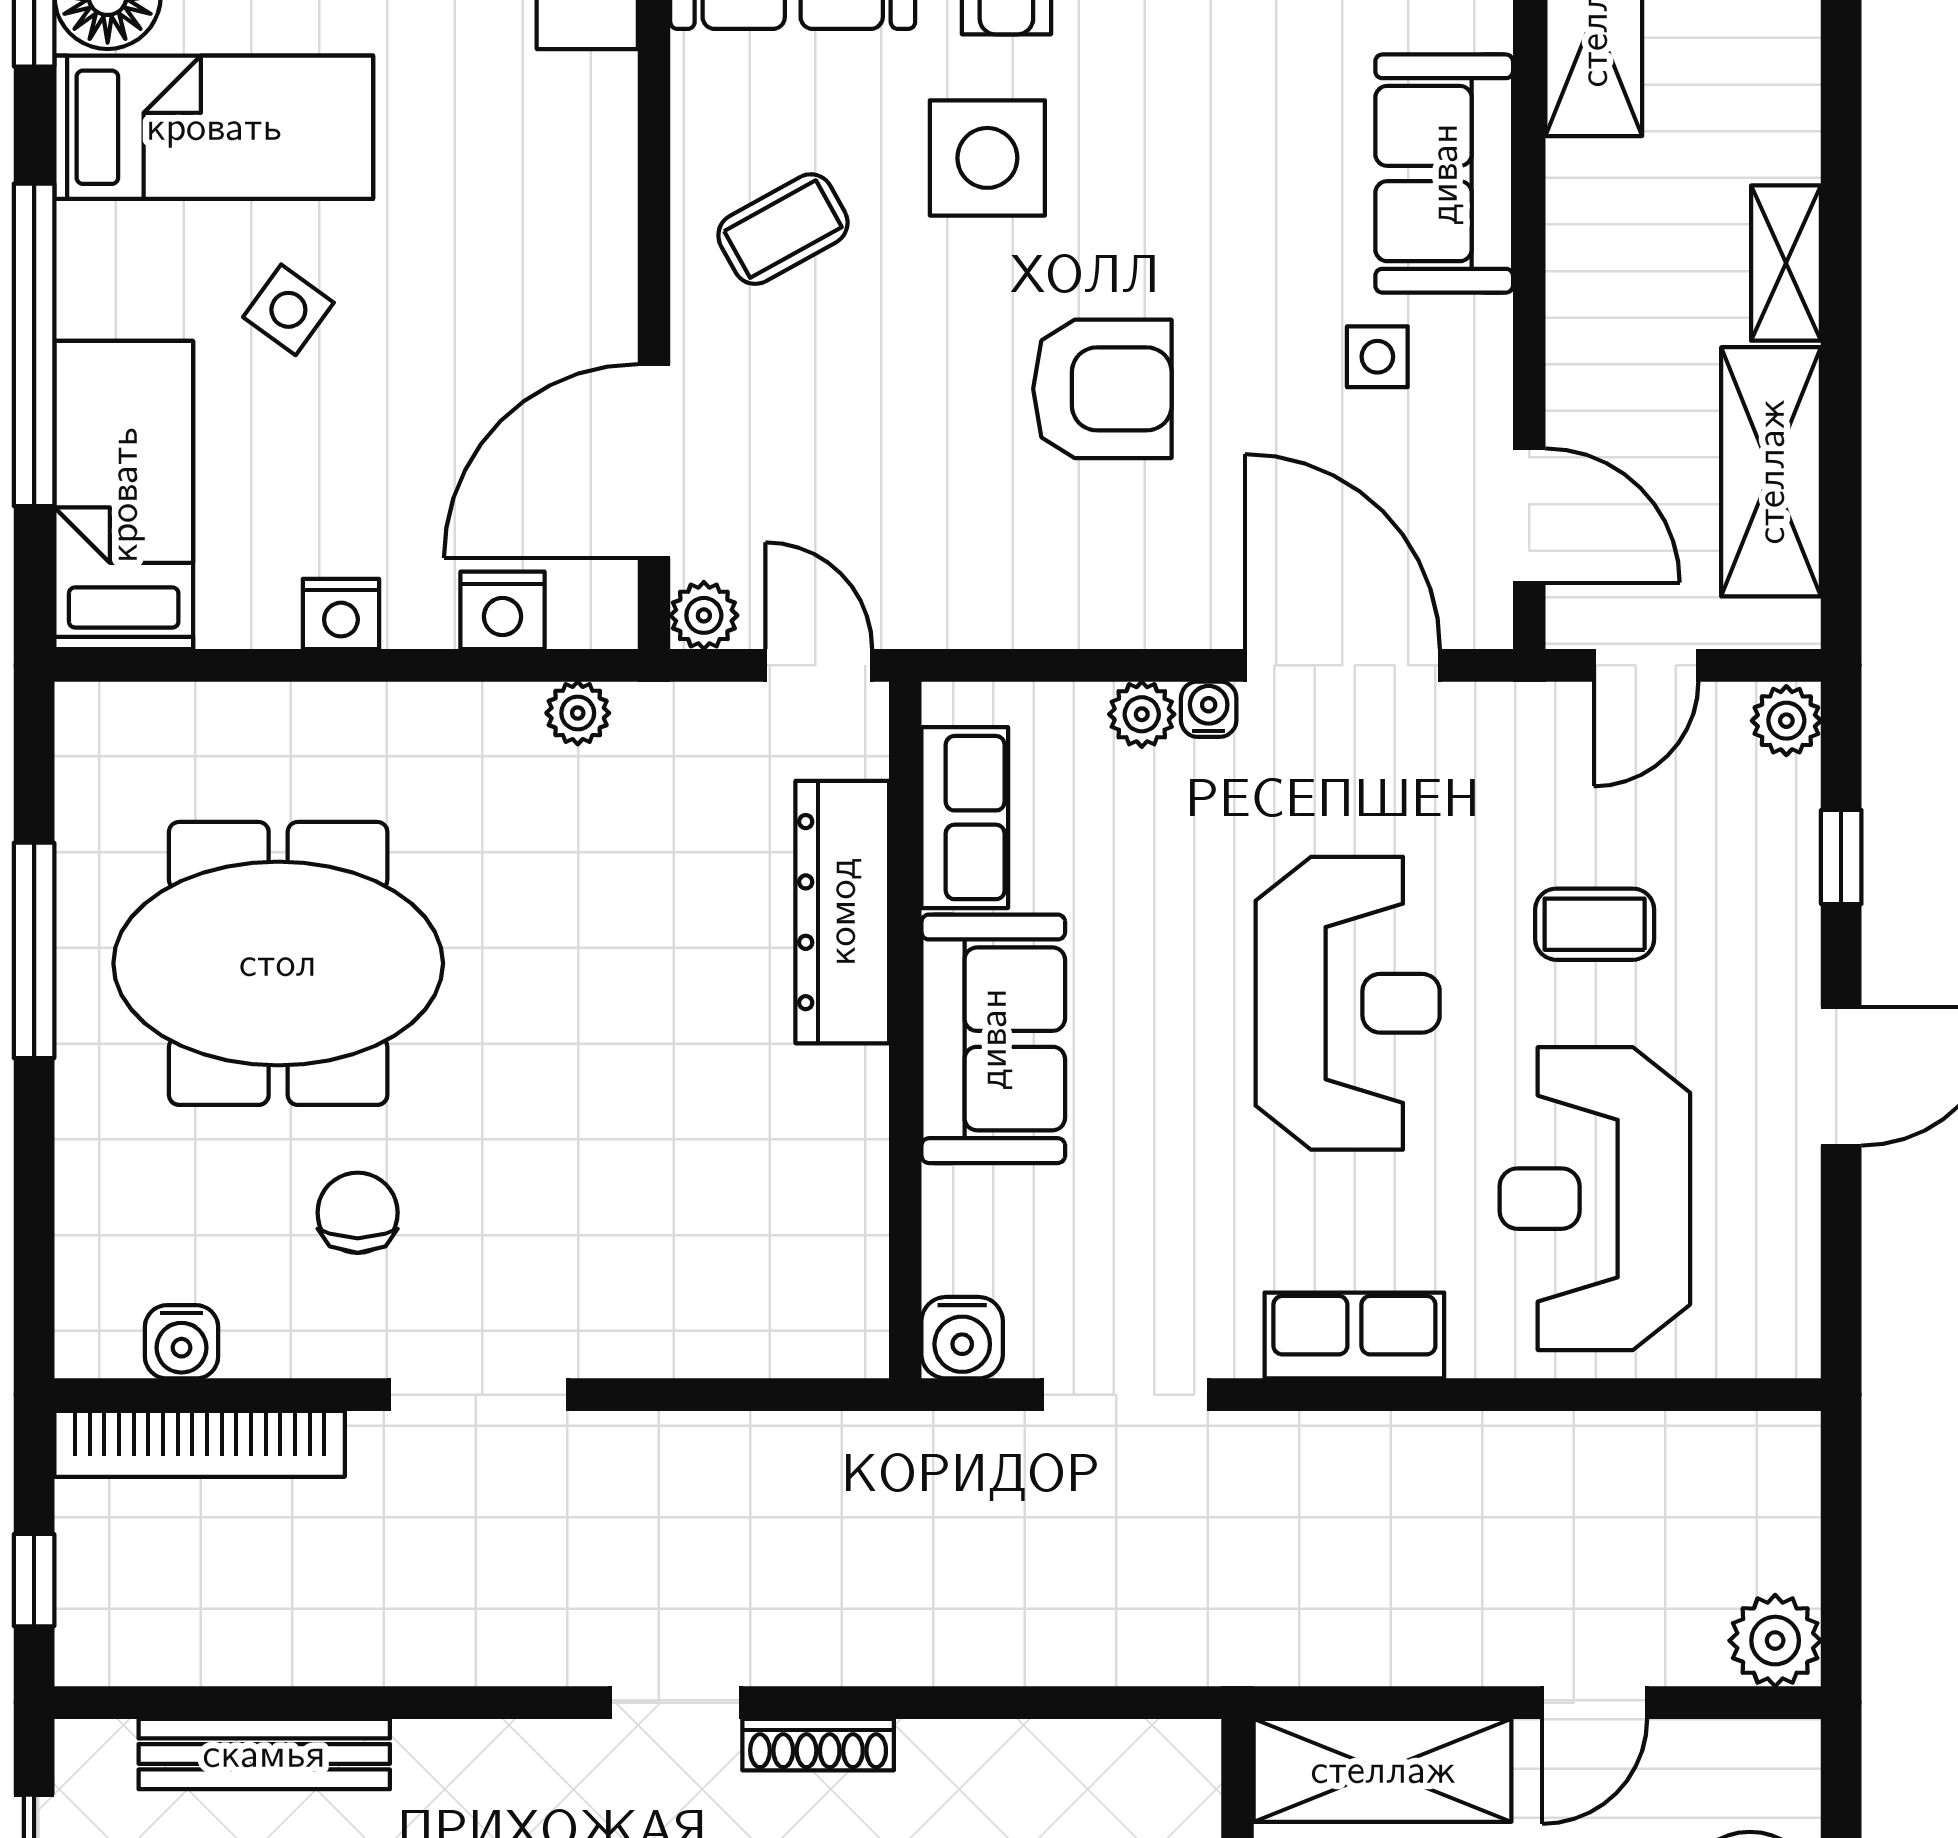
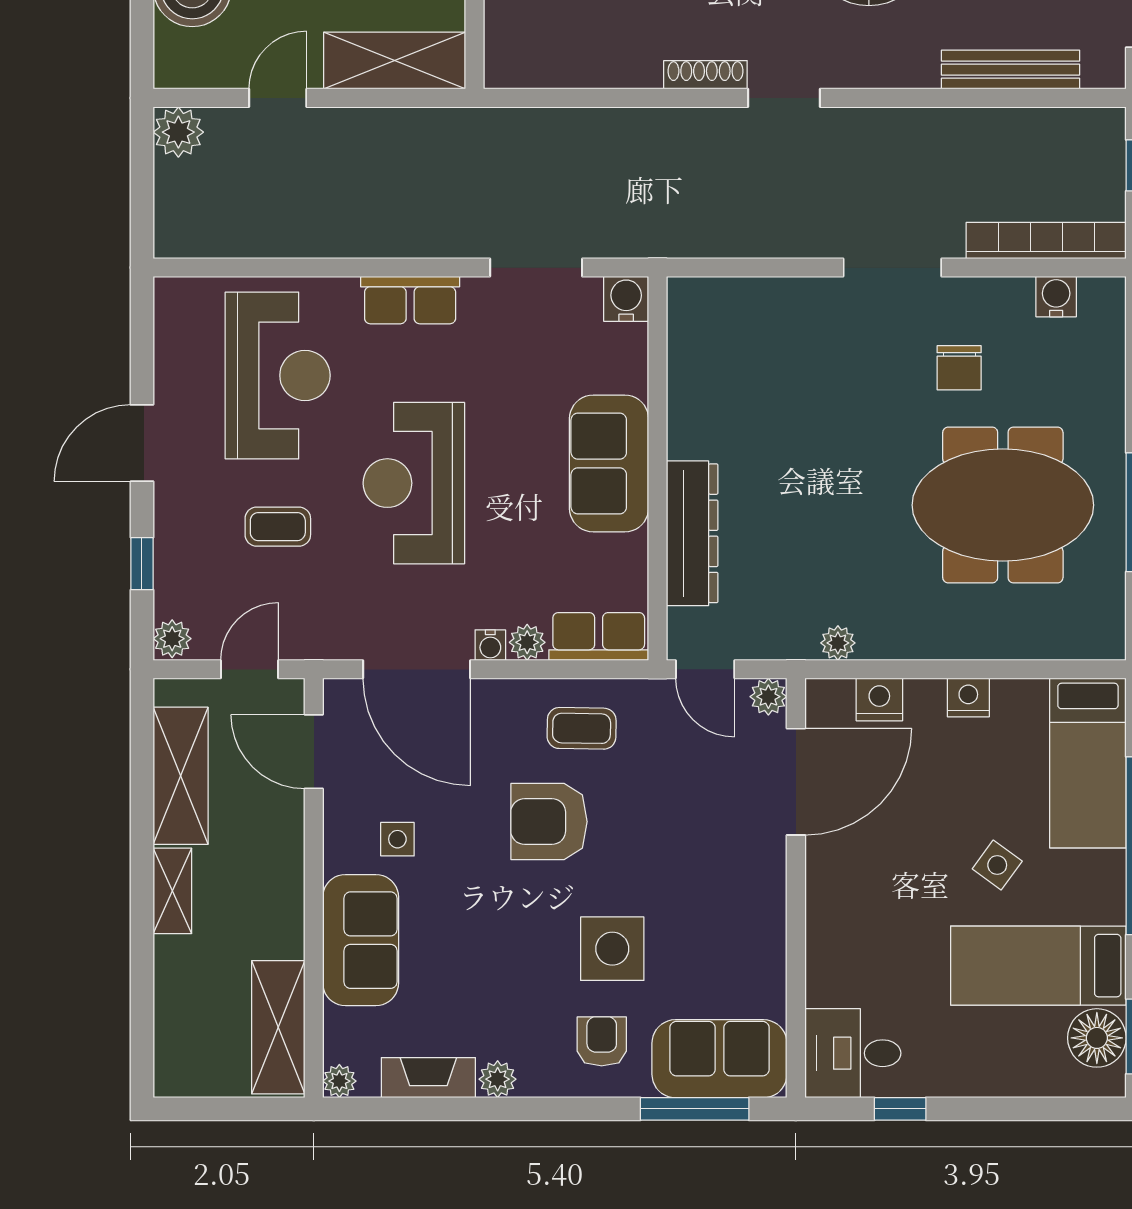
coffee table: (783, 229) -> (582, 728), moved, turned 30
row of seats: (965, 818) -> (599, 636), moved, turned 90

